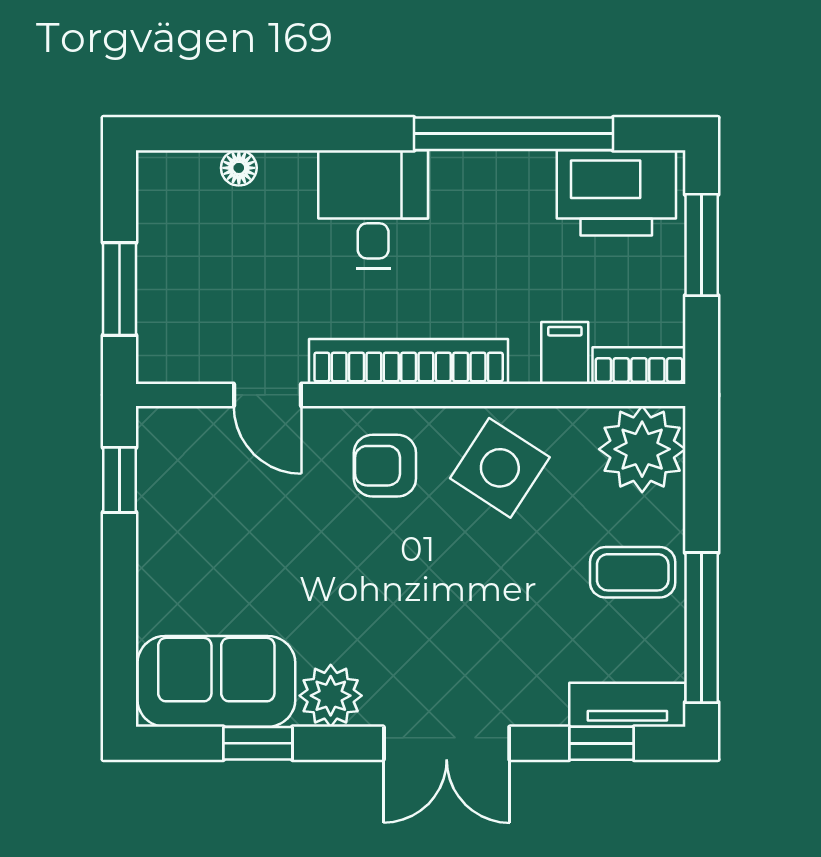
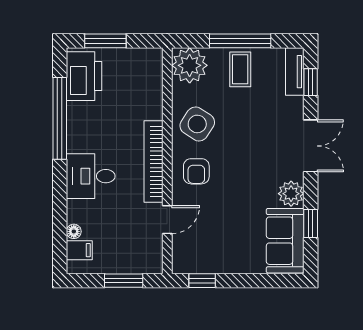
filing cabinet: (565, 353) -> (79, 250), moved, turned 180
bookcase: (639, 366) -> (155, 67), removed
window: (702, 628) -> (240, 41), moved

